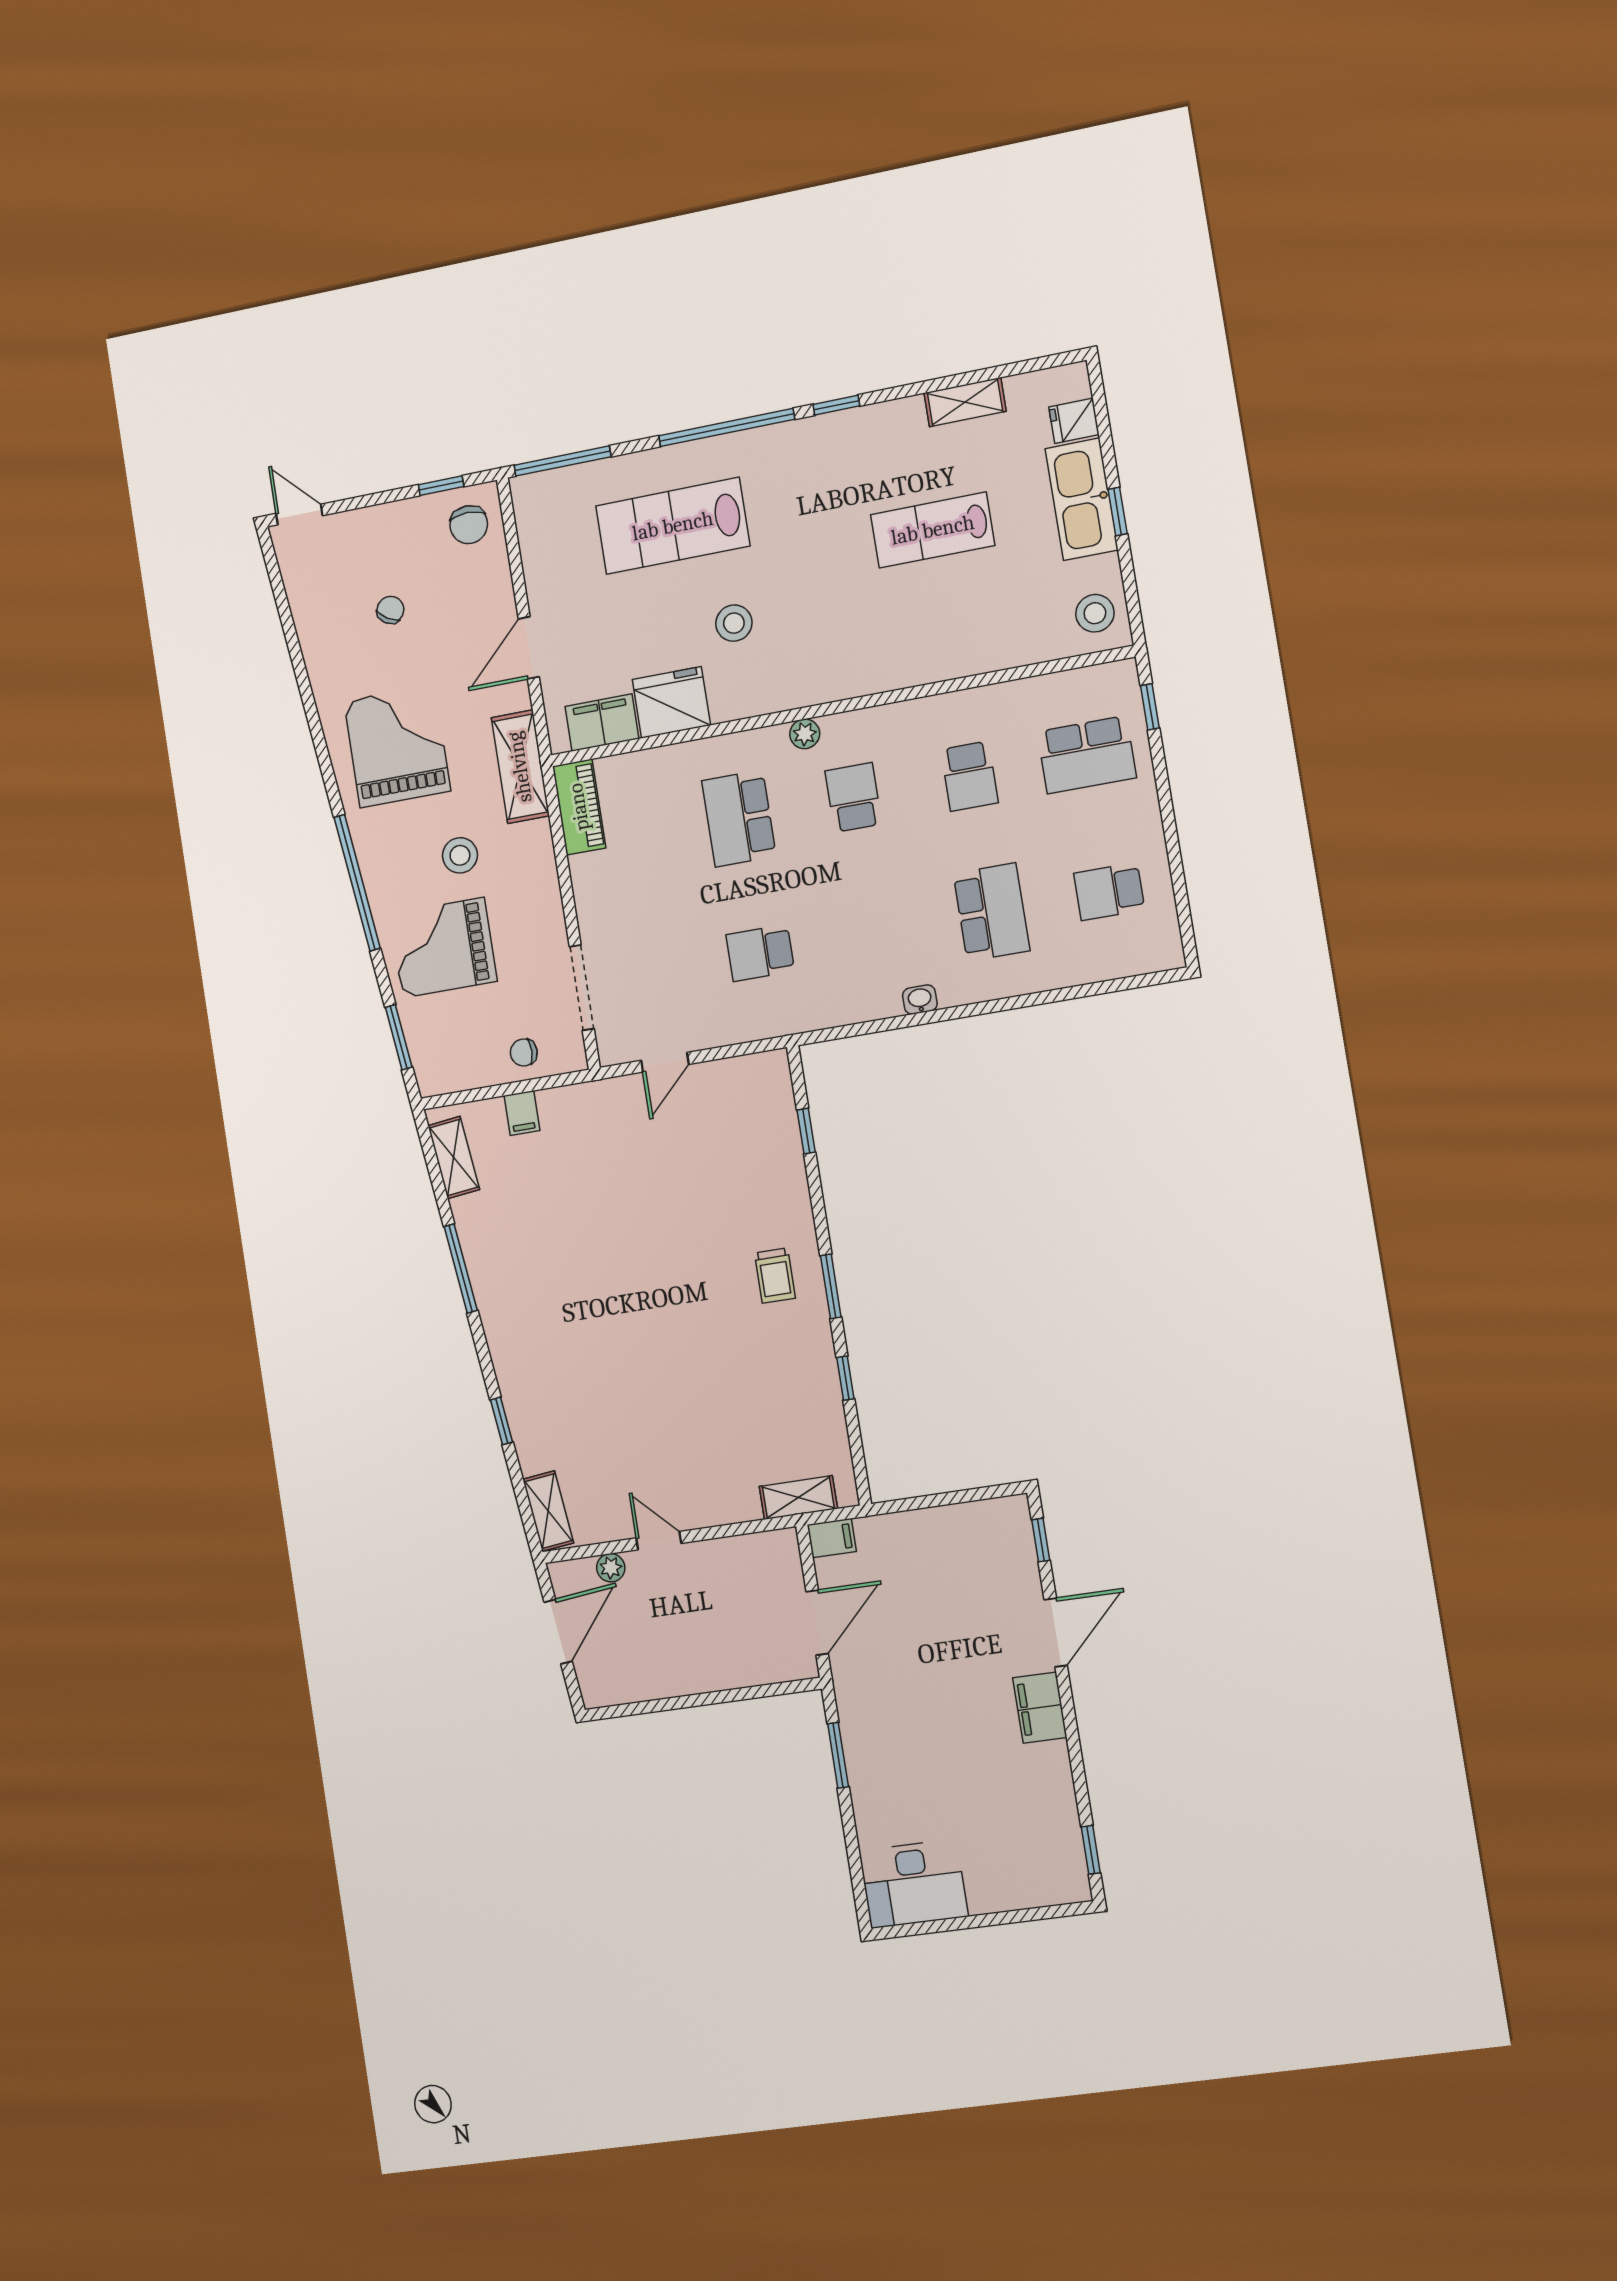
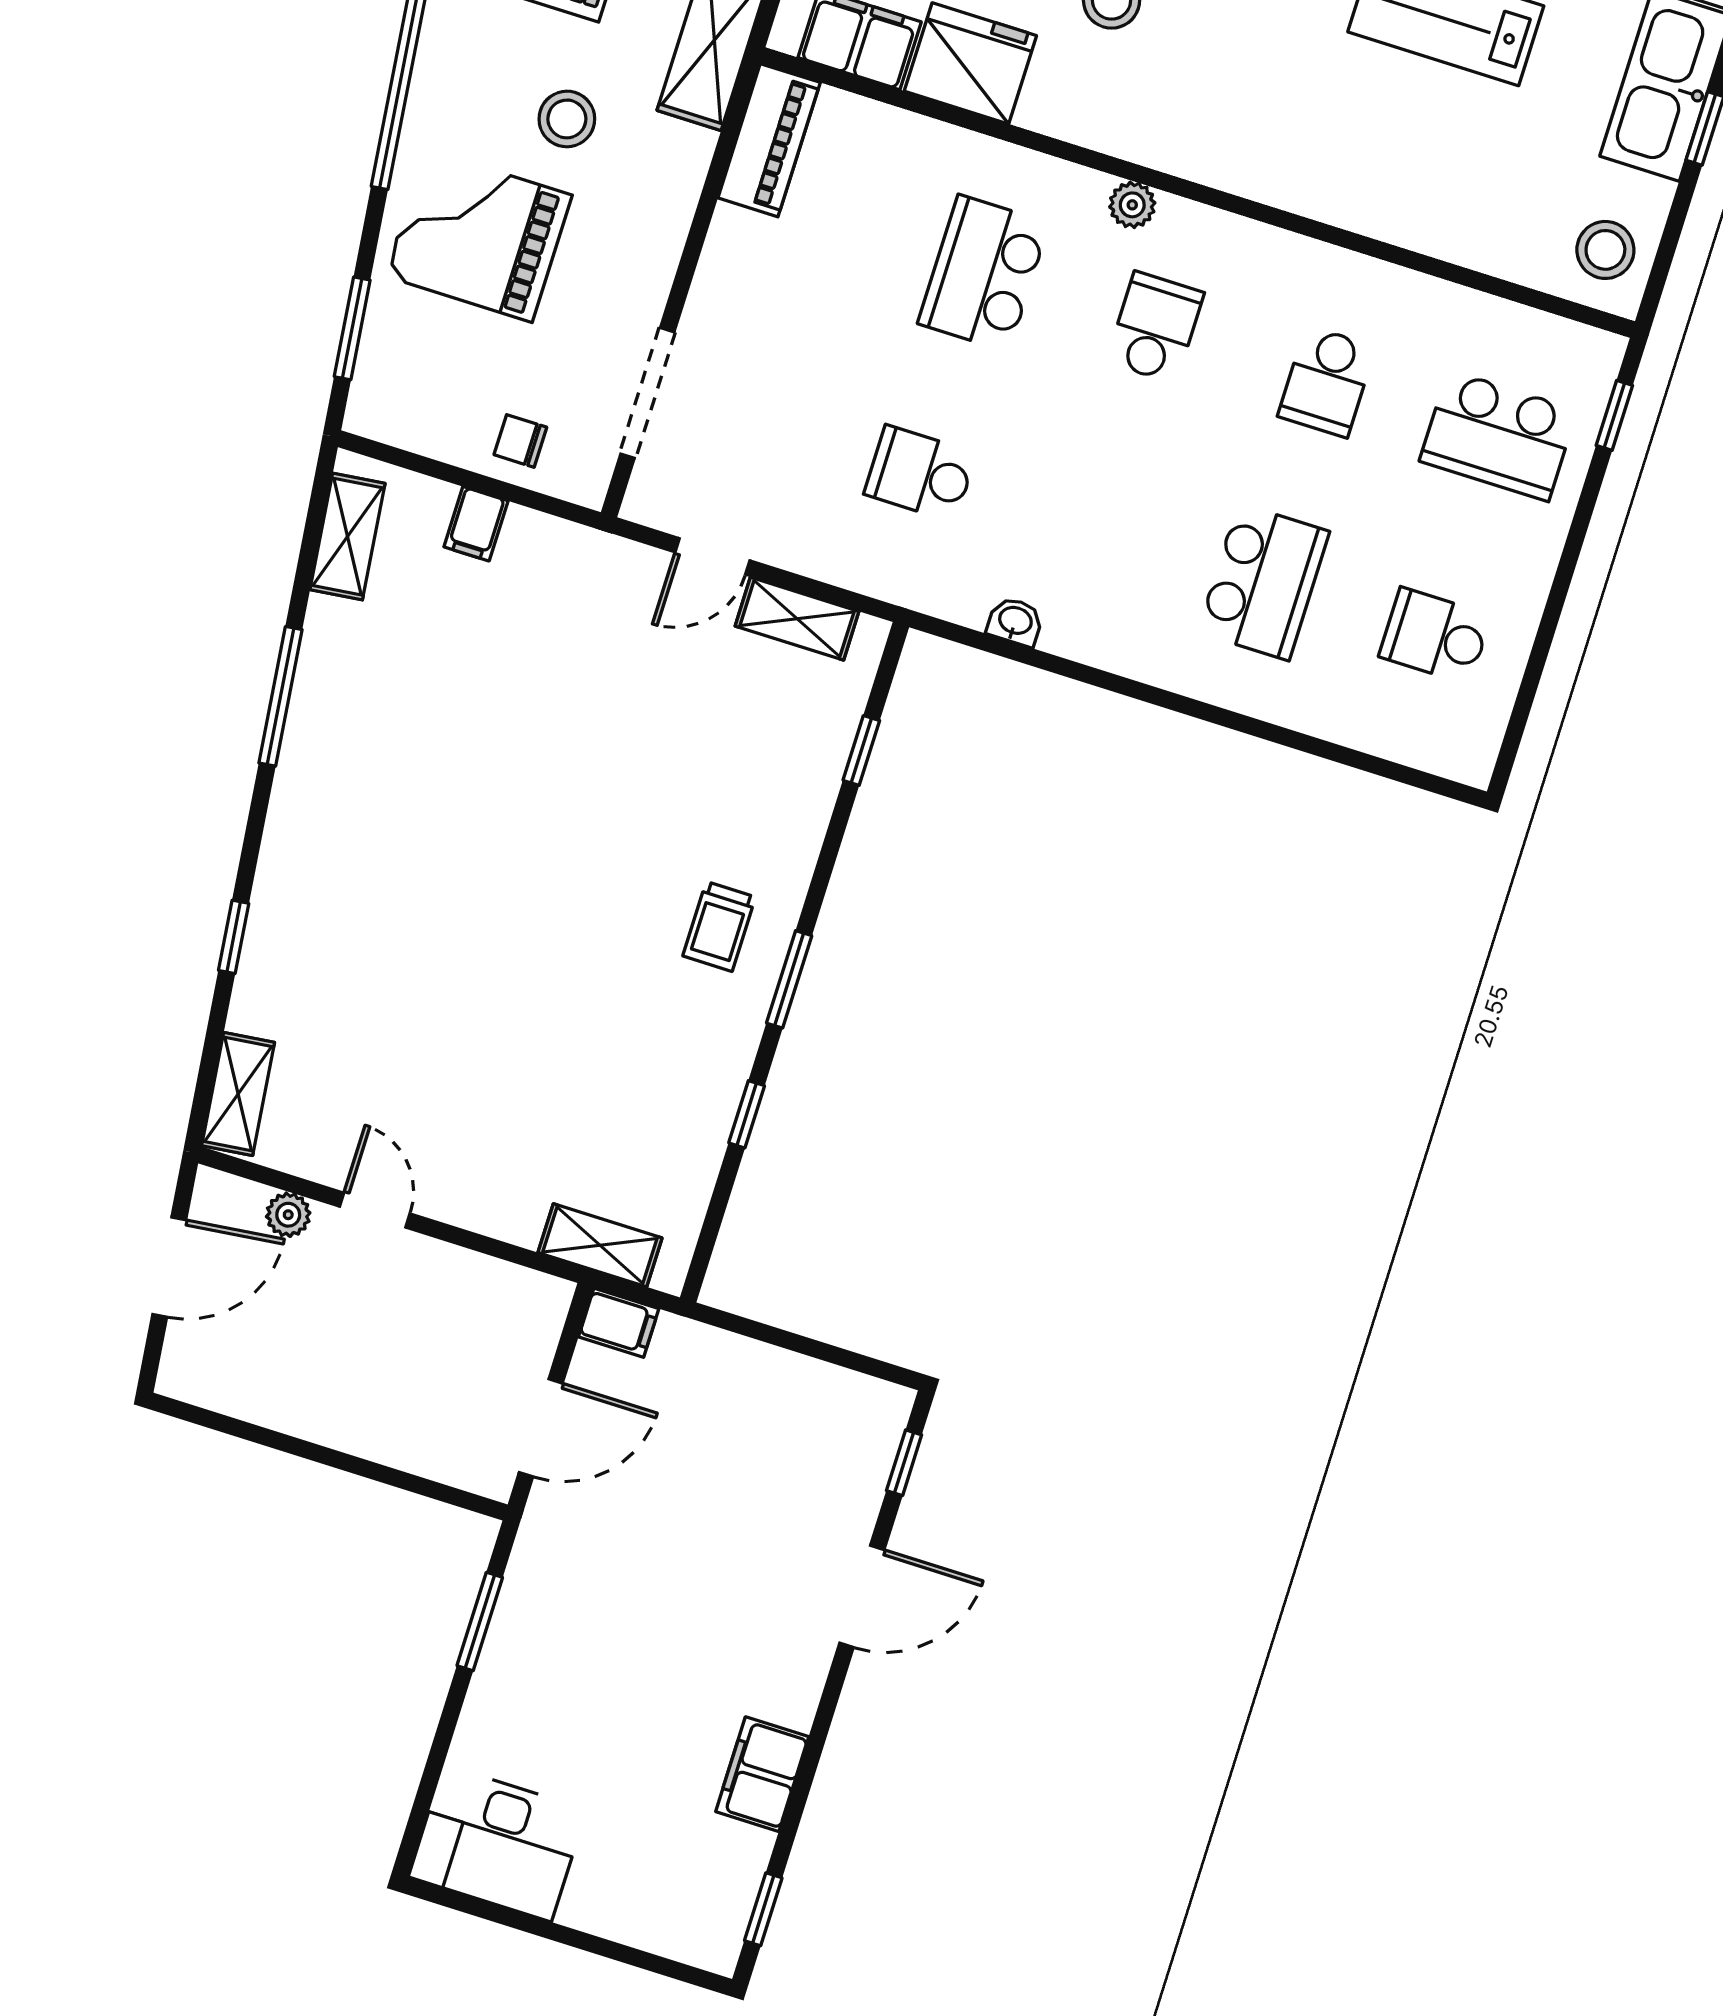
washbasin: (920, 1000) -> (1015, 622), moved
shelving: (731, 1073) -> (797, 619), added
filing cabinet: (1040, 1708) -> (762, 1774), moved

